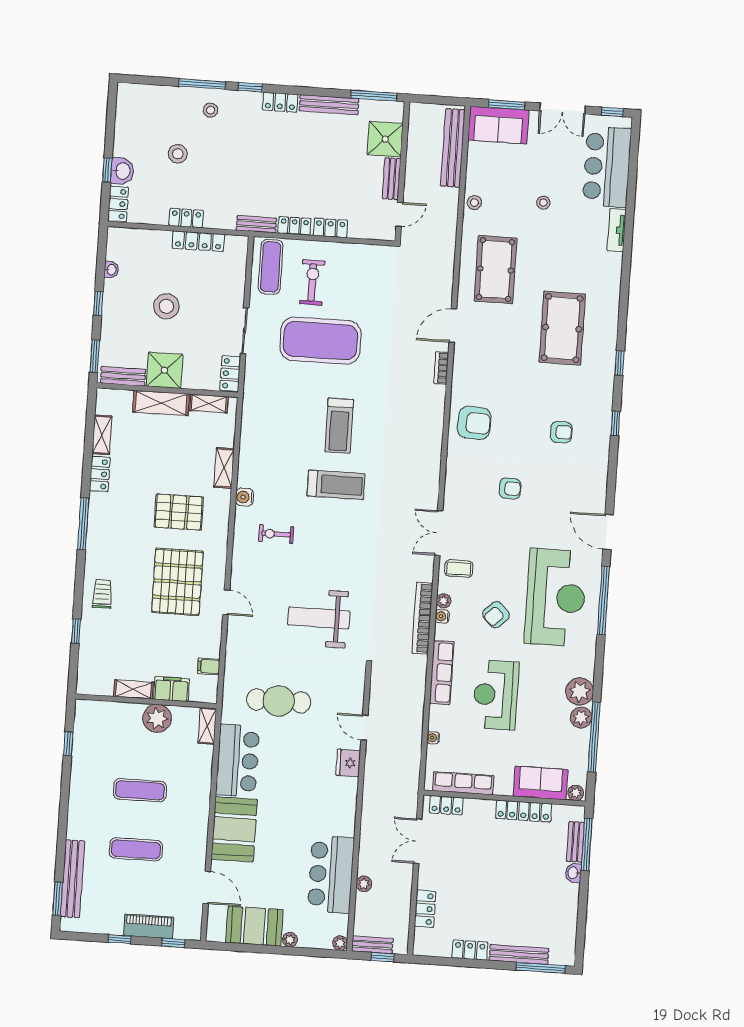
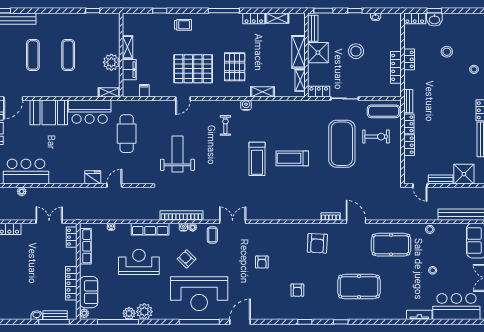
armchair: (474, 423) -> (317, 243), moved

